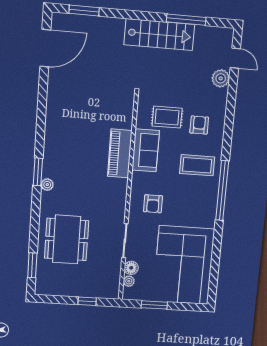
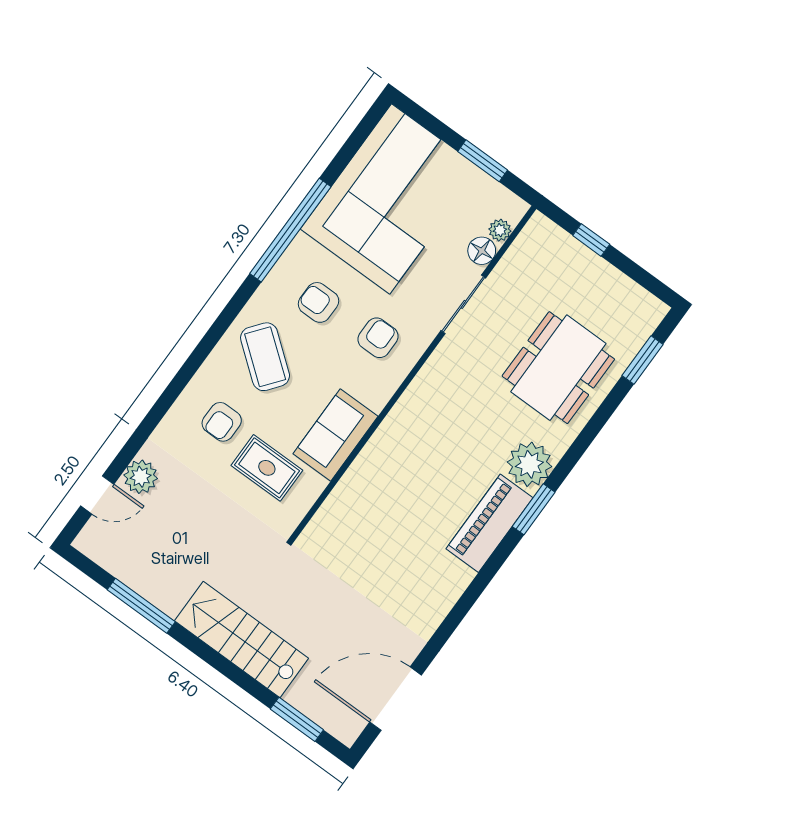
stairs: (159, 35) -> (242, 640), moved
door: (235, 58) -> (97, 495), swing flipped
piano: (120, 153) -> (489, 523), moved, turned 180
coffee table: (197, 165) -> (265, 357), turned 38
plant: (47, 185) -> (529, 464), width x1.87, depth x1.87
window: (222, 191) -> (290, 230), moved
armchair: (188, 203) -> (319, 302), added

